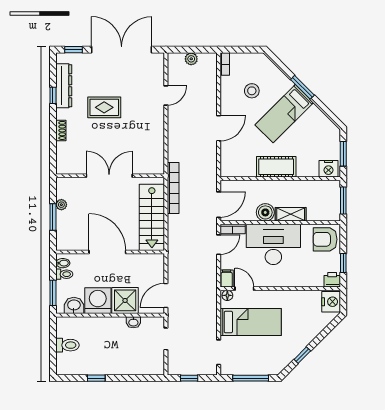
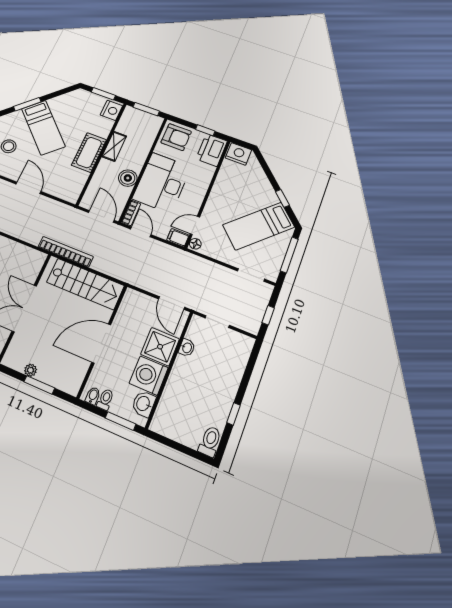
shelving: (291, 214) -> (114, 146), moved
armchair: (325, 239) -> (176, 137), turned -90
printer: (332, 280) -> (212, 150), width x1.87, depth x1.48
bed: (251, 322) -> (258, 226), moved, turned -135
toilet: (67, 345) -> (210, 441), moved

